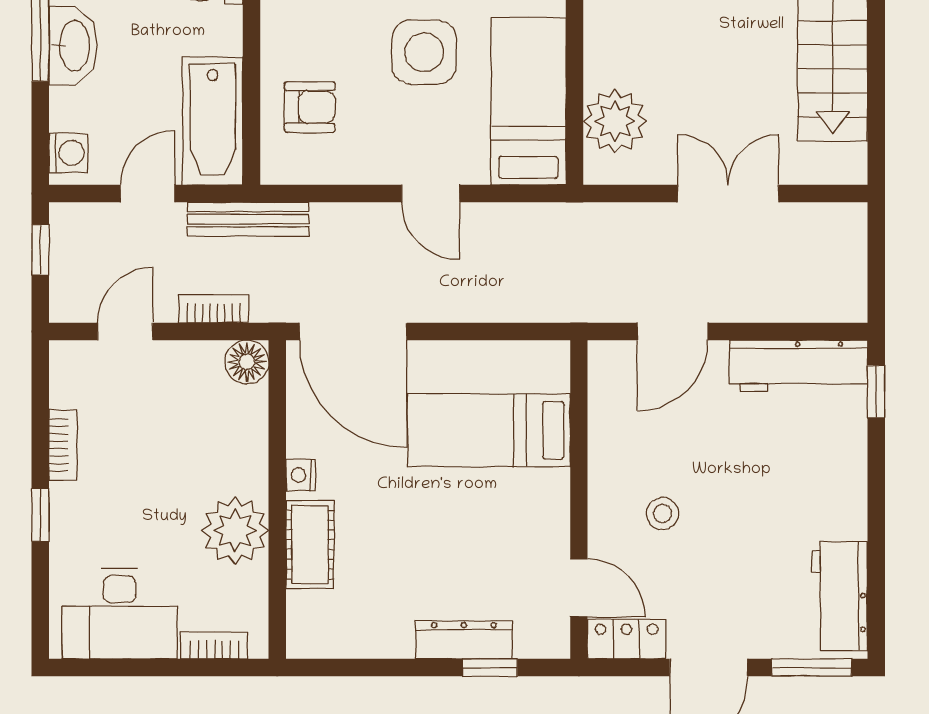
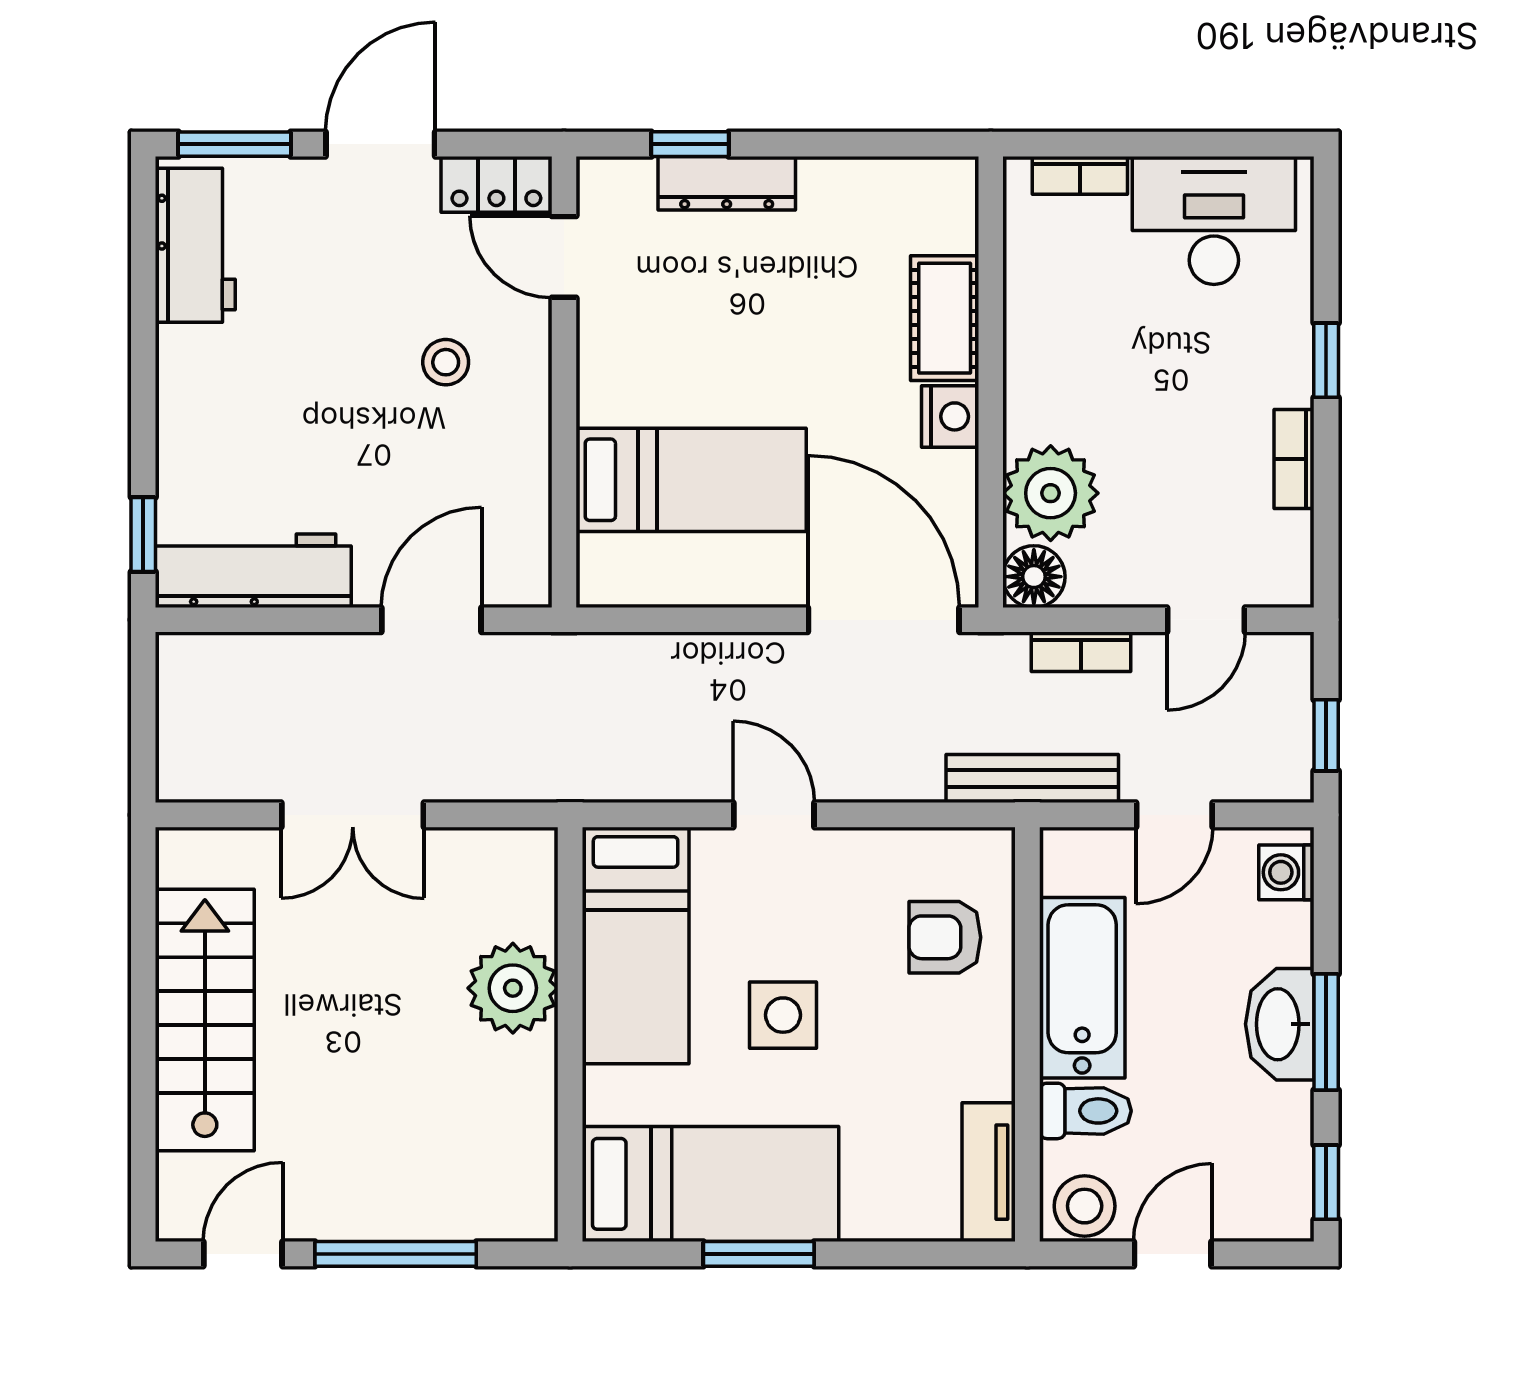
side table: (424, 52) -> (783, 1015), width x0.73, depth x0.73
bathtub: (213, 121) -> (1082, 988), moved
plant: (615, 121) -> (513, 988), moved
nightstand: (301, 475) -> (950, 416), width x1.39, depth x1.35
plant: (235, 531) -> (1051, 493), moved

